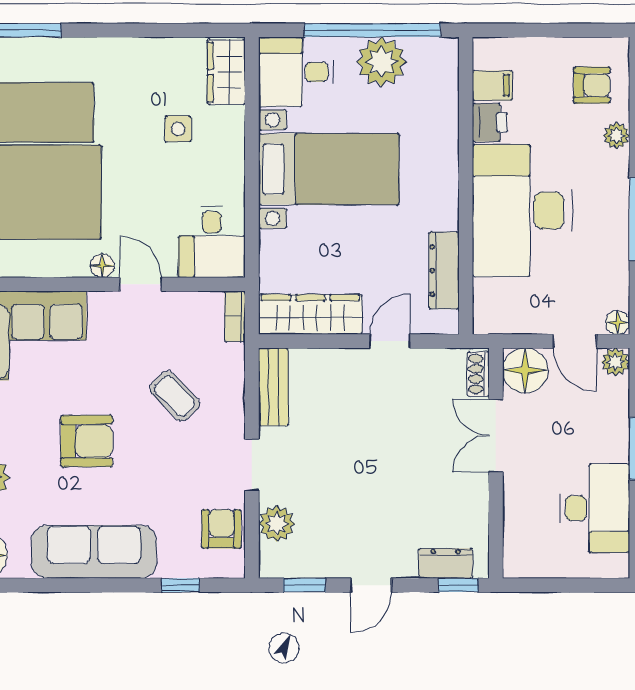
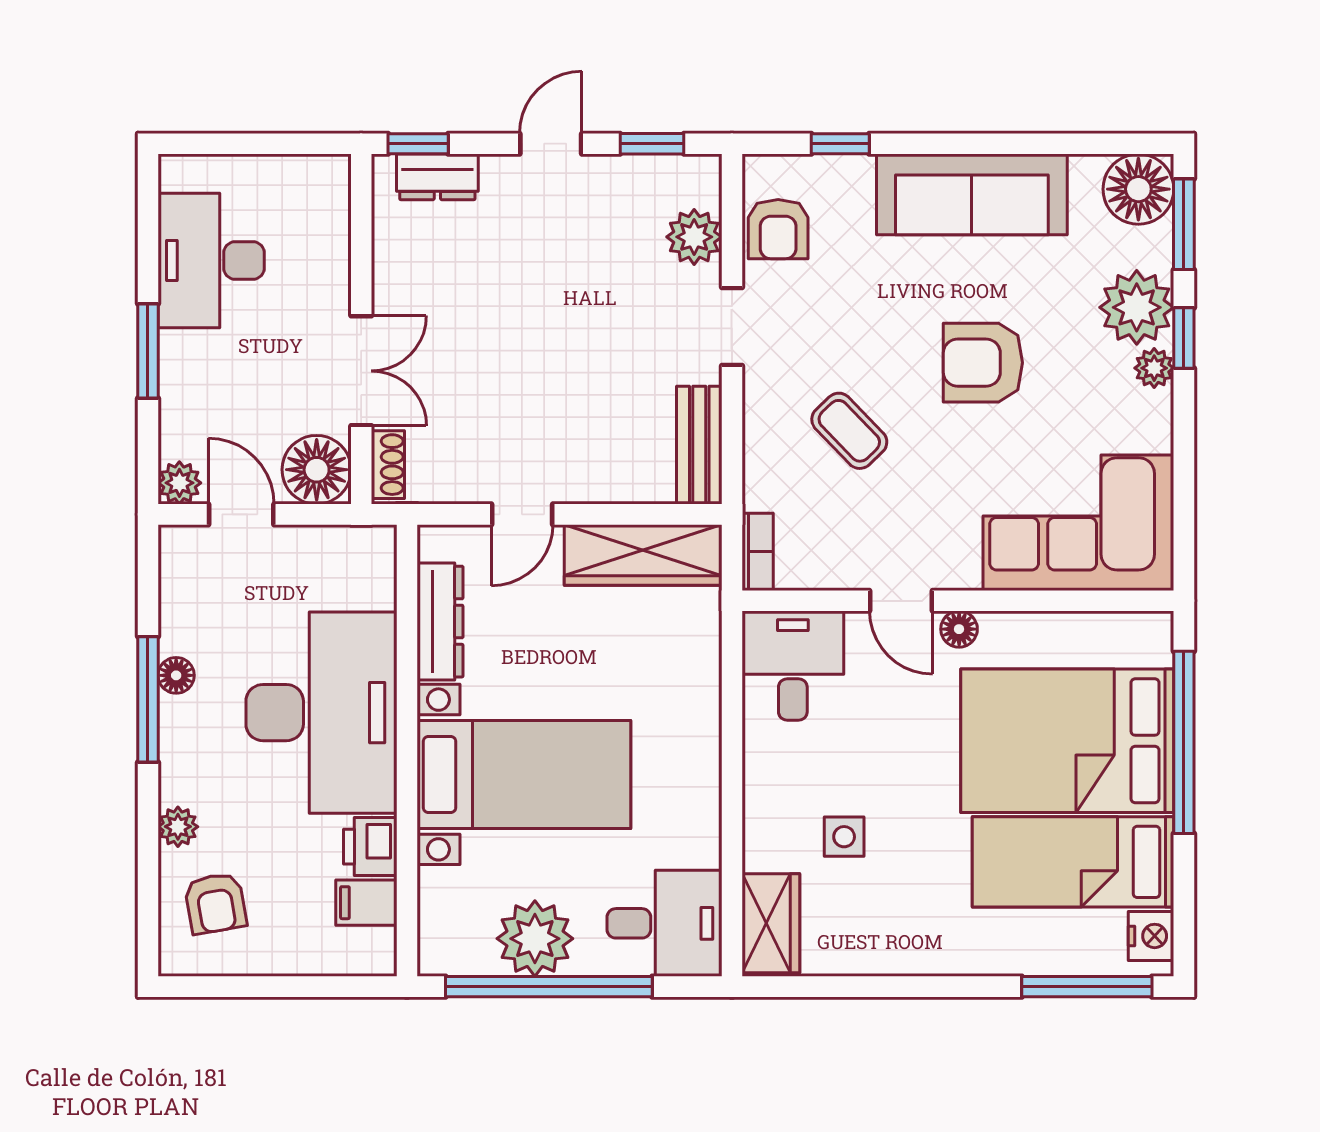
armchair: (592, 85) -> (215, 903), turned -100
bed with nightstands: (329, 169) -> (524, 774), moved, turned 180
floor lamp: (618, 323) -> (176, 675), moved

